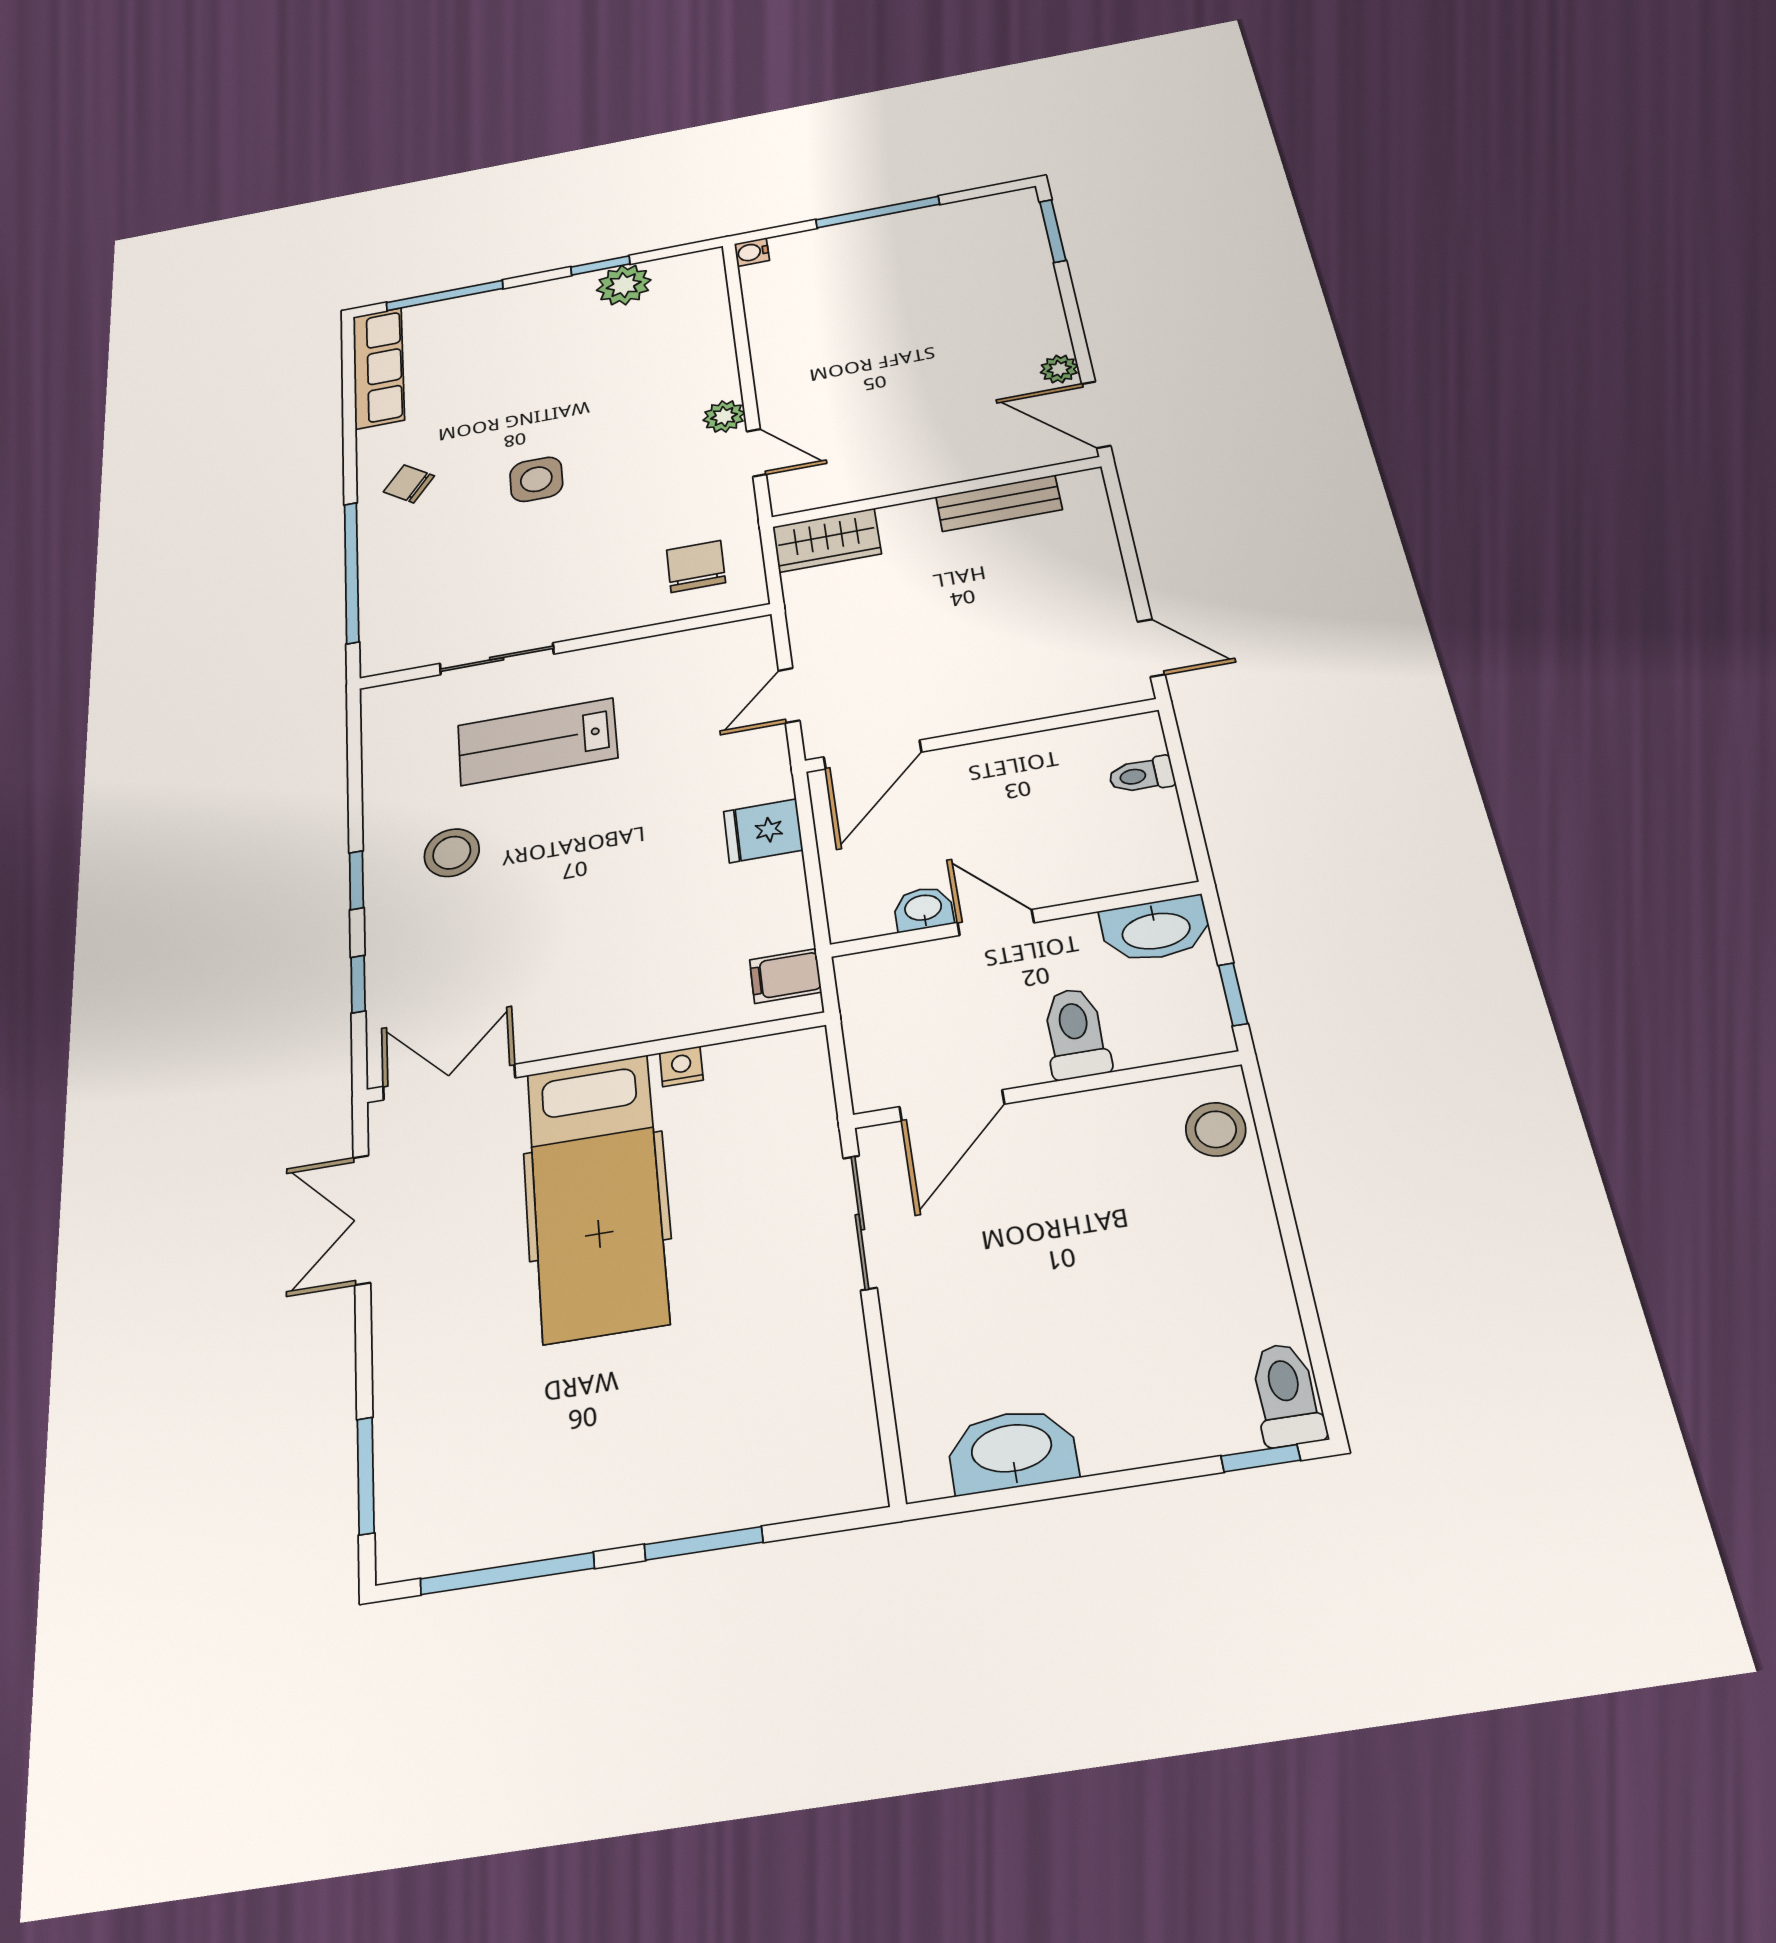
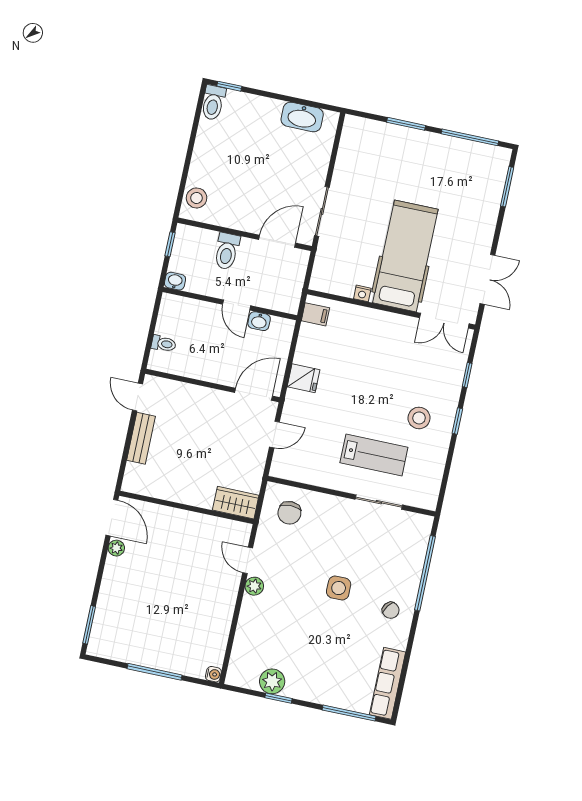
bench: (999, 503) -> (141, 438), moved, turned 90
washbasin: (1156, 929) -> (175, 281), width x0.52, depth x0.69

